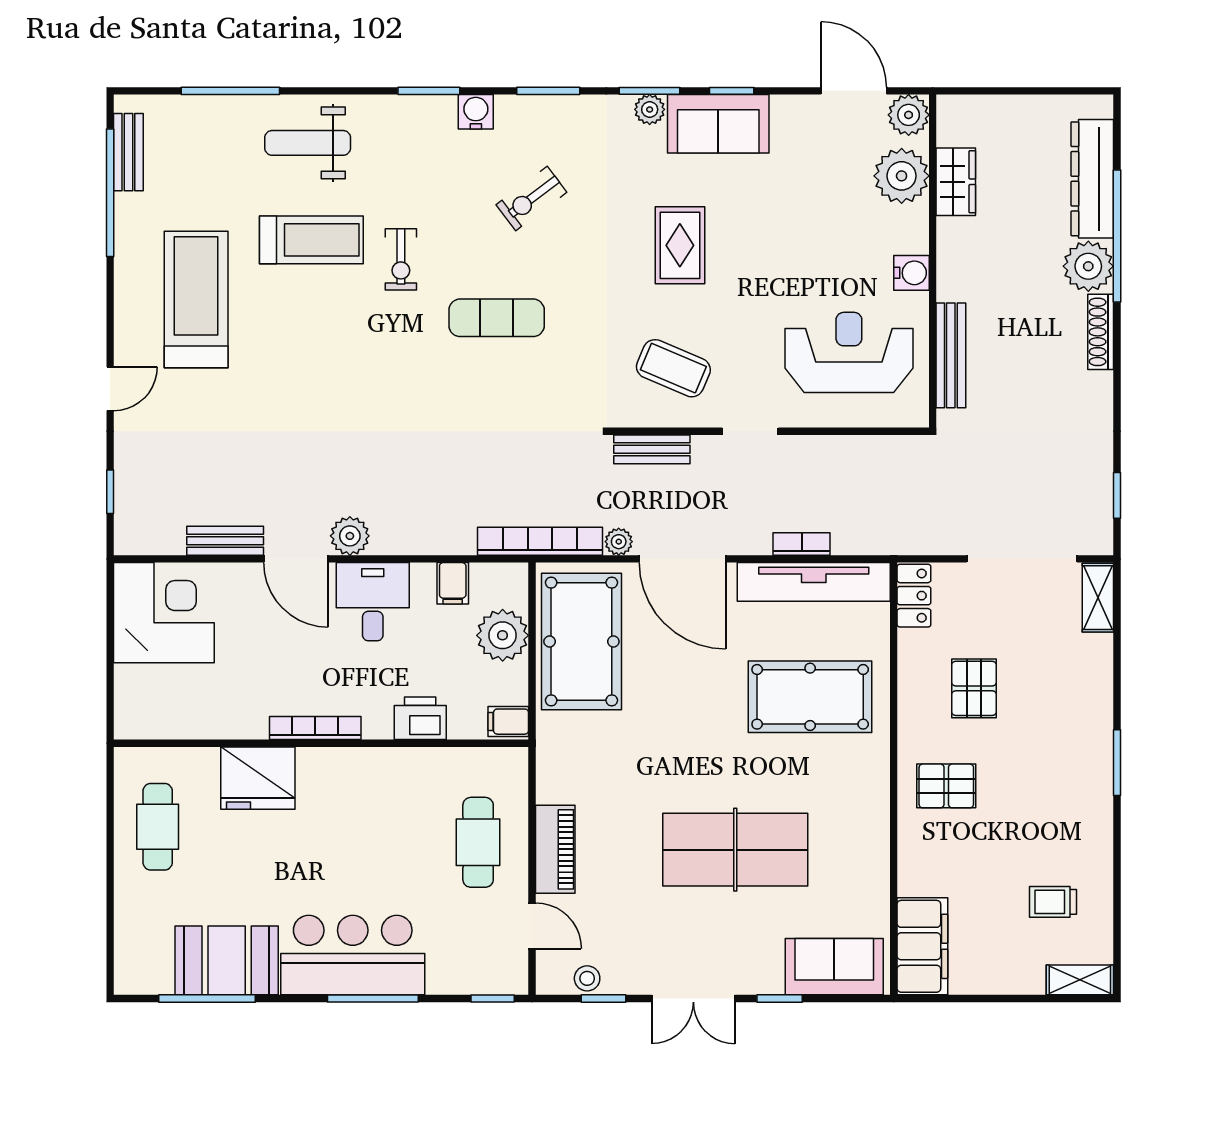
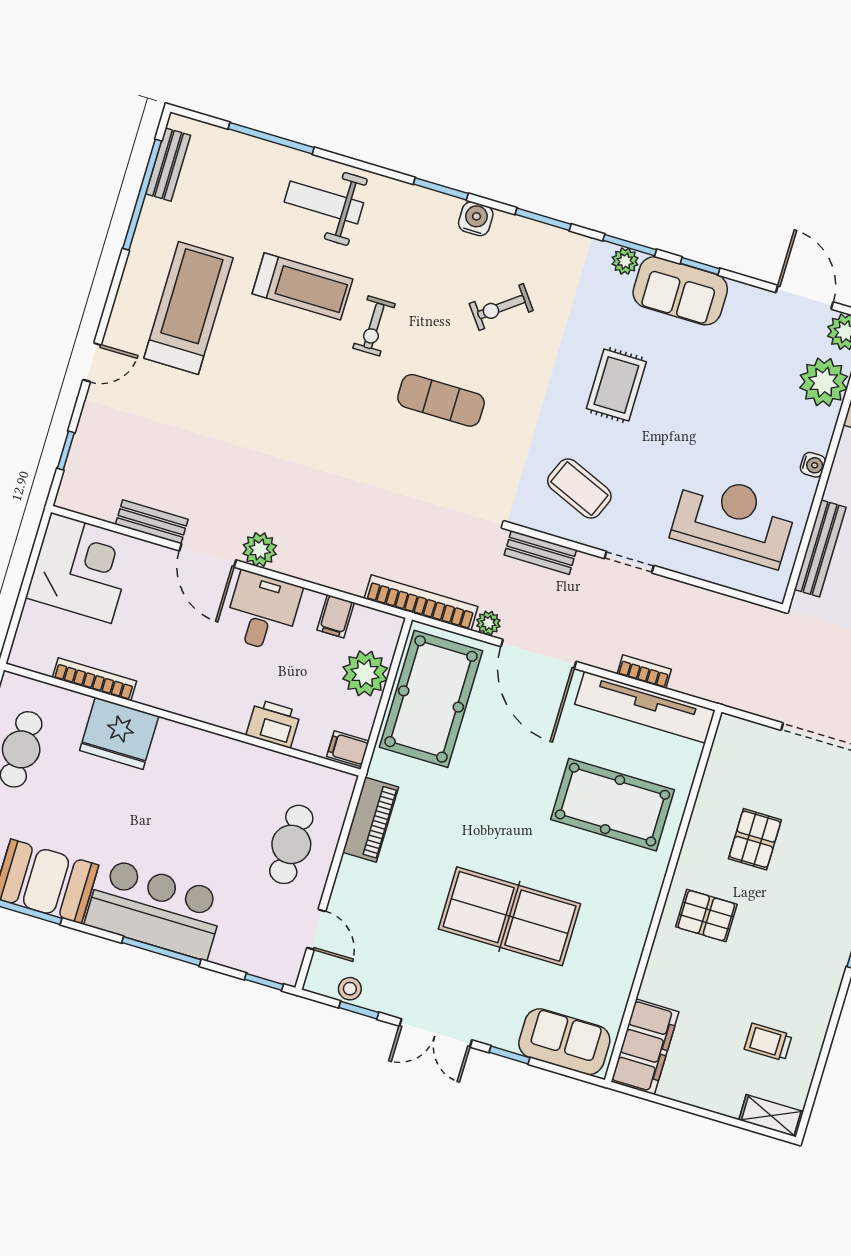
water cooler: (912, 273) -> (813, 465), width x0.72, depth x0.72
locker: (914, 596) -> (727, 745), removed
bookcase: (315, 728) -> (94, 679), moved
piano: (555, 849) -> (371, 820), moved

